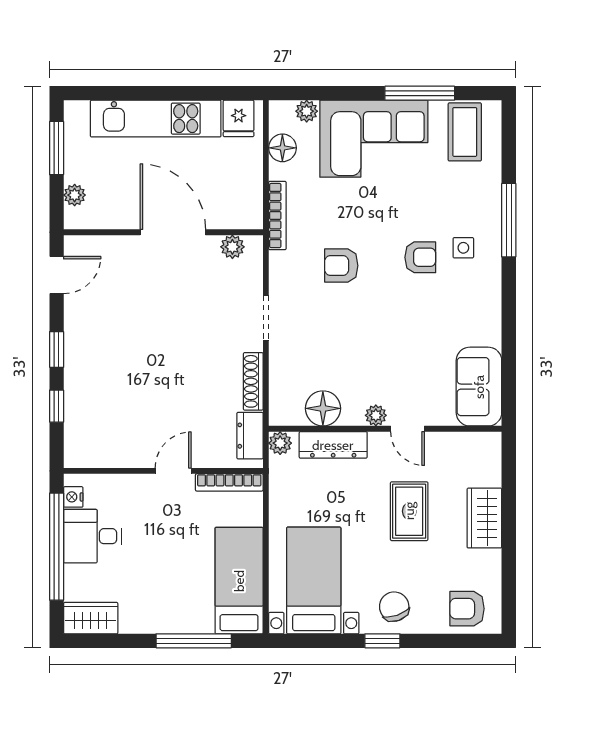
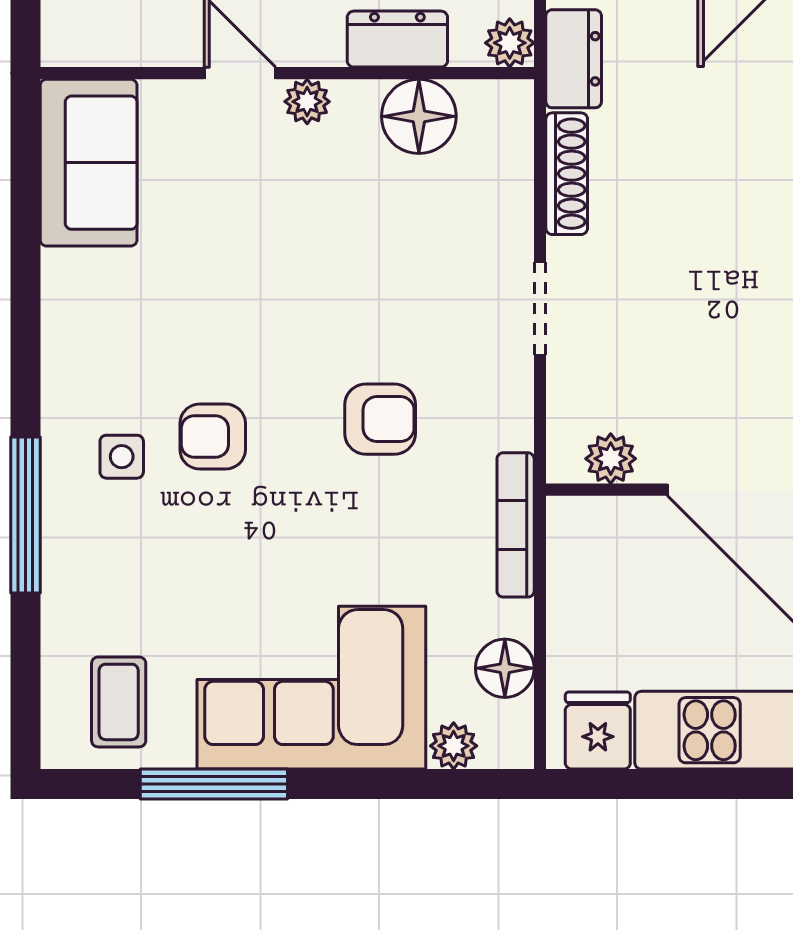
coffee table: (465, 132) -> (119, 702), width x0.73, depth x0.77
dresser: (333, 445) -> (397, 39), width x0.70

